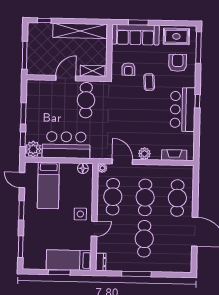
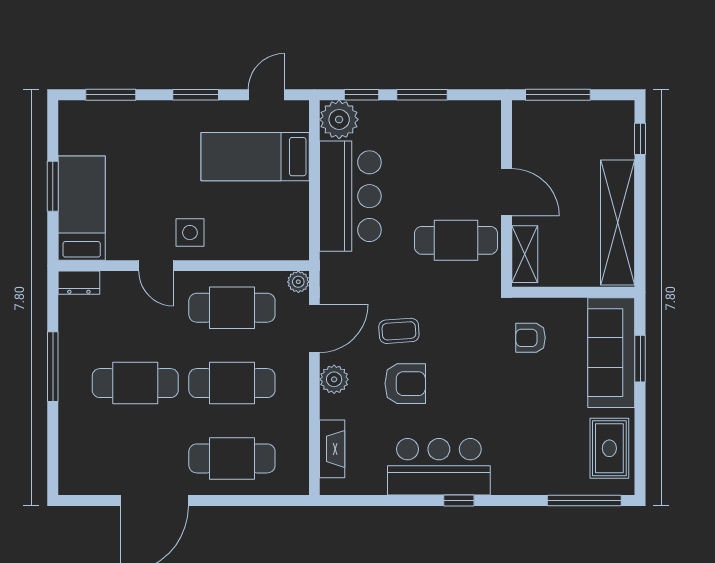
armchair: (178, 63) -> (405, 384), moved
coffee table: (149, 82) -> (399, 331), moved
floor lamp: (83, 168) -> (297, 236), removed

